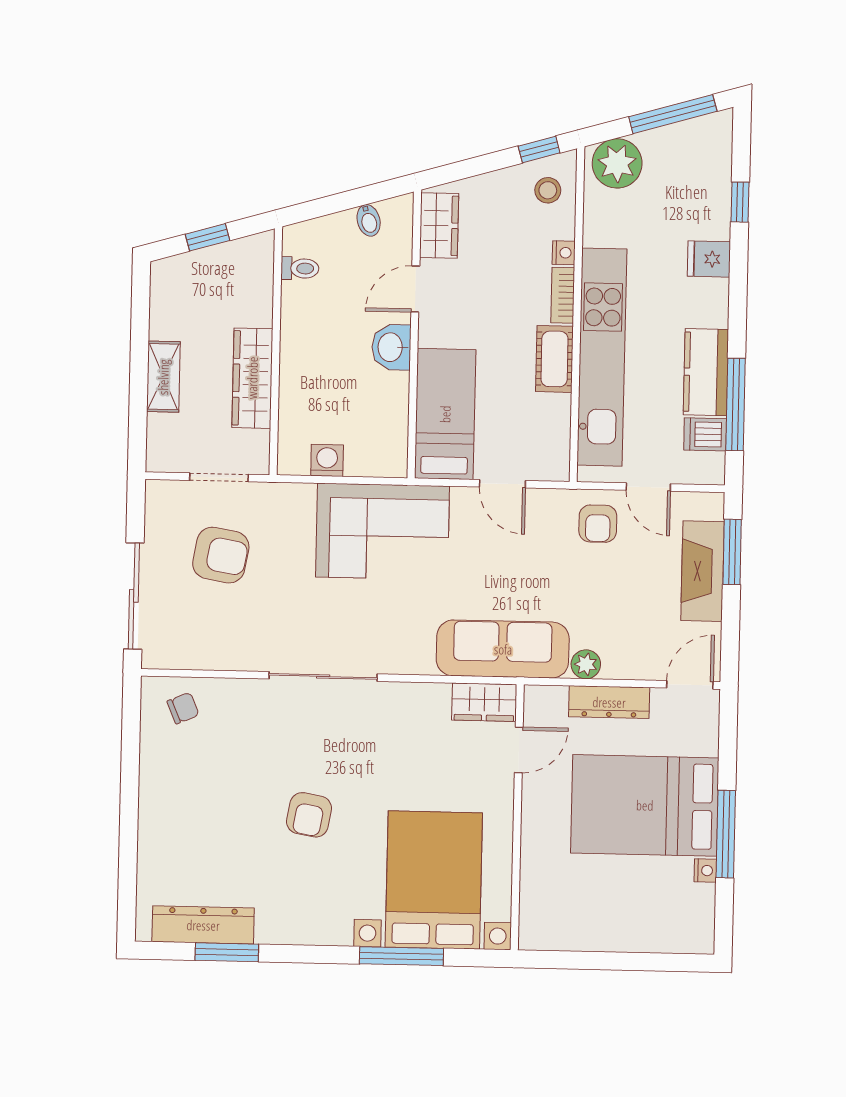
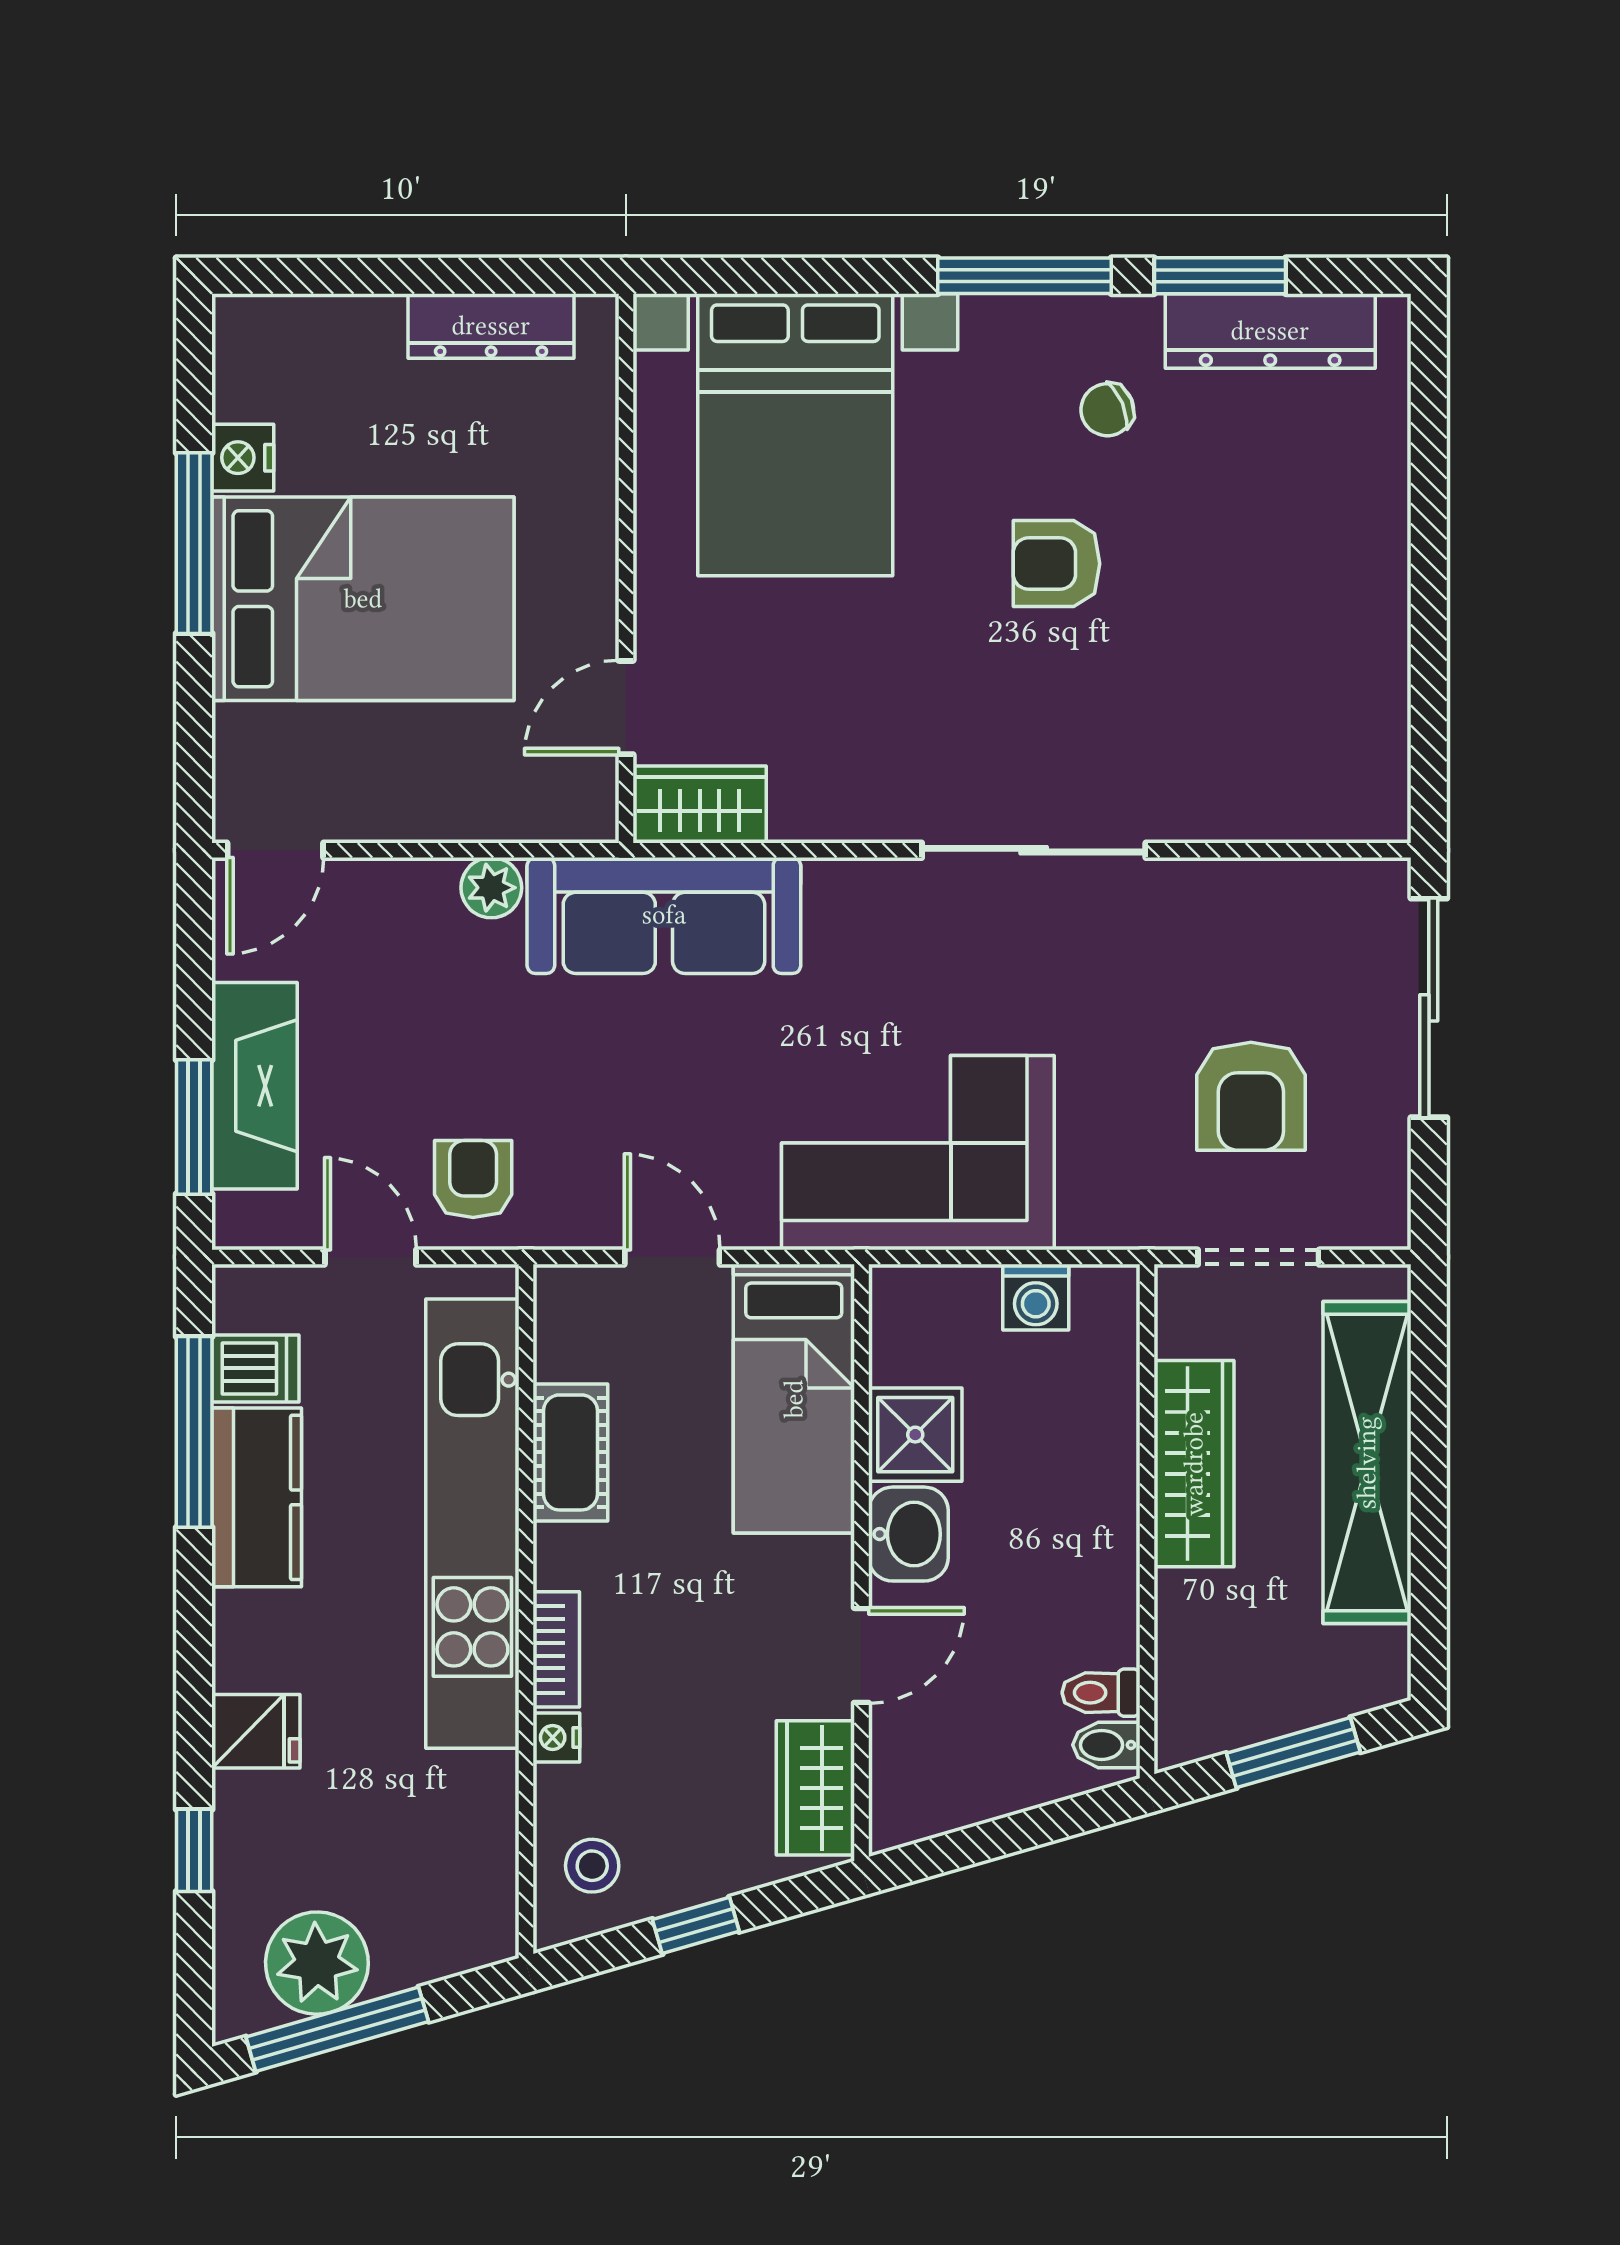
window: (539, 149) -> (696, 1925), moved
plant: (617, 163) -> (317, 1963), moved
bidet: (369, 220) -> (1106, 1745), moved, turned -74
window: (208, 237) -> (1293, 1753), width x1.50
cot: (554, 359) -> (570, 1452), moved
shelving: (163, 377) -> (1367, 1463), width x2.20, depth x1.33
shower: (387, 395) -> (915, 1435), added
armchair: (221, 555) -> (1251, 1096), turned -100
dresser: (609, 702) -> (491, 326), moved, turned 180
chair: (183, 708) -> (1107, 410), moved
armchair: (309, 815) -> (1056, 564), turned -100
nightstand: (705, 871) -> (243, 458), width x1.39, depth x1.35
window: (401, 956) -> (1025, 276), moved

